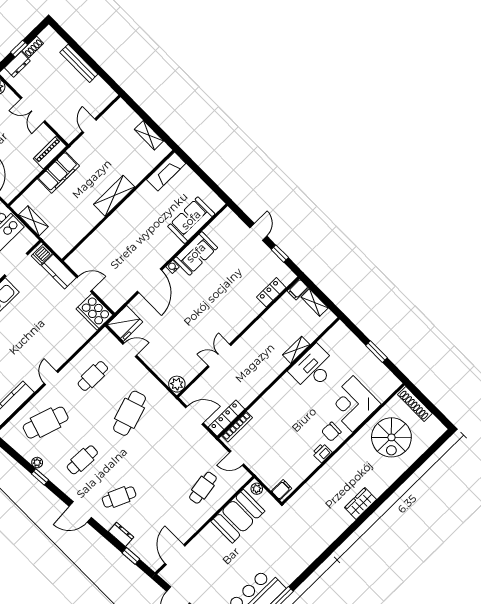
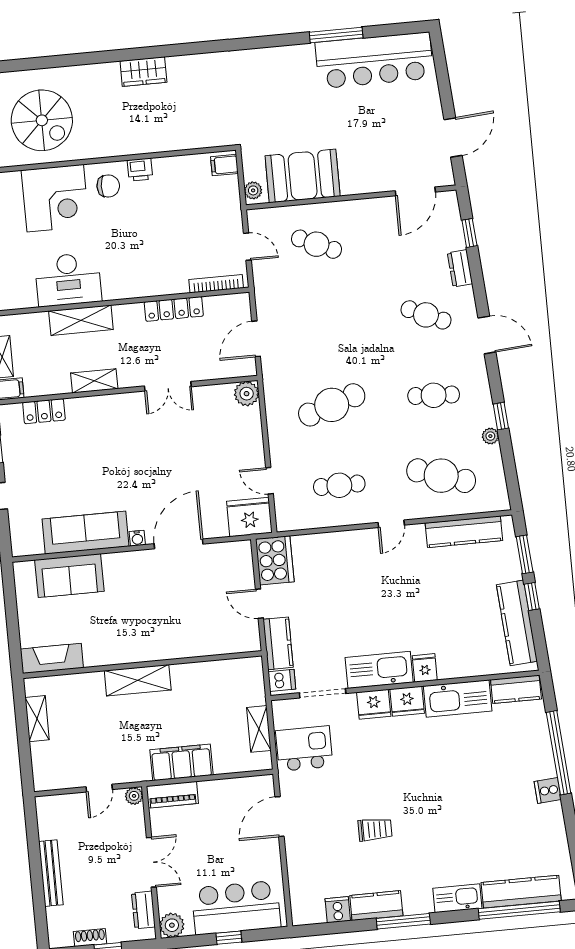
dresser: (17, 64) -> (143, 910), moved, turned -90
plant: (69, 136) -> (134, 796), added
sofa: (196, 253) -> (86, 533), width x1.36
shelving: (259, 328) -> (94, 381), added
shelving: (296, 350) -> (81, 320), width x1.50, depth x1.33
door: (195, 415) -> (256, 339), hinge flipped
locker: (226, 418) -> (174, 309), moved
spiral stairs: (391, 437) -> (42, 120), turned 90
cafe table: (203, 488) -> (317, 244), turned 33

